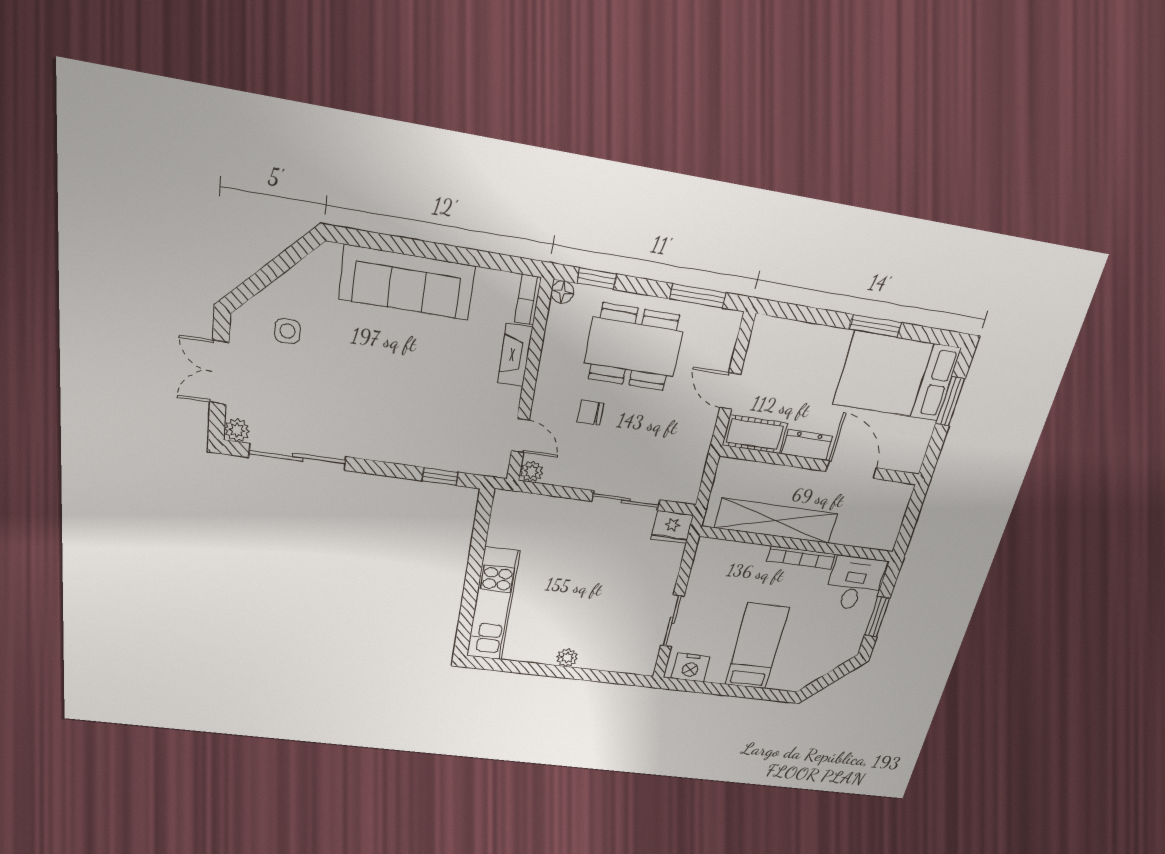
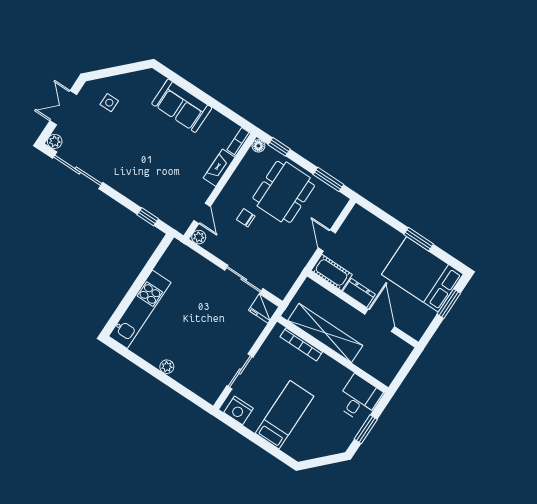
sofa: (407, 283) -> (182, 106), width x0.73
dining table: (634, 347) -> (284, 192), turned 90
bookcase: (801, 558) -> (301, 344), moved

